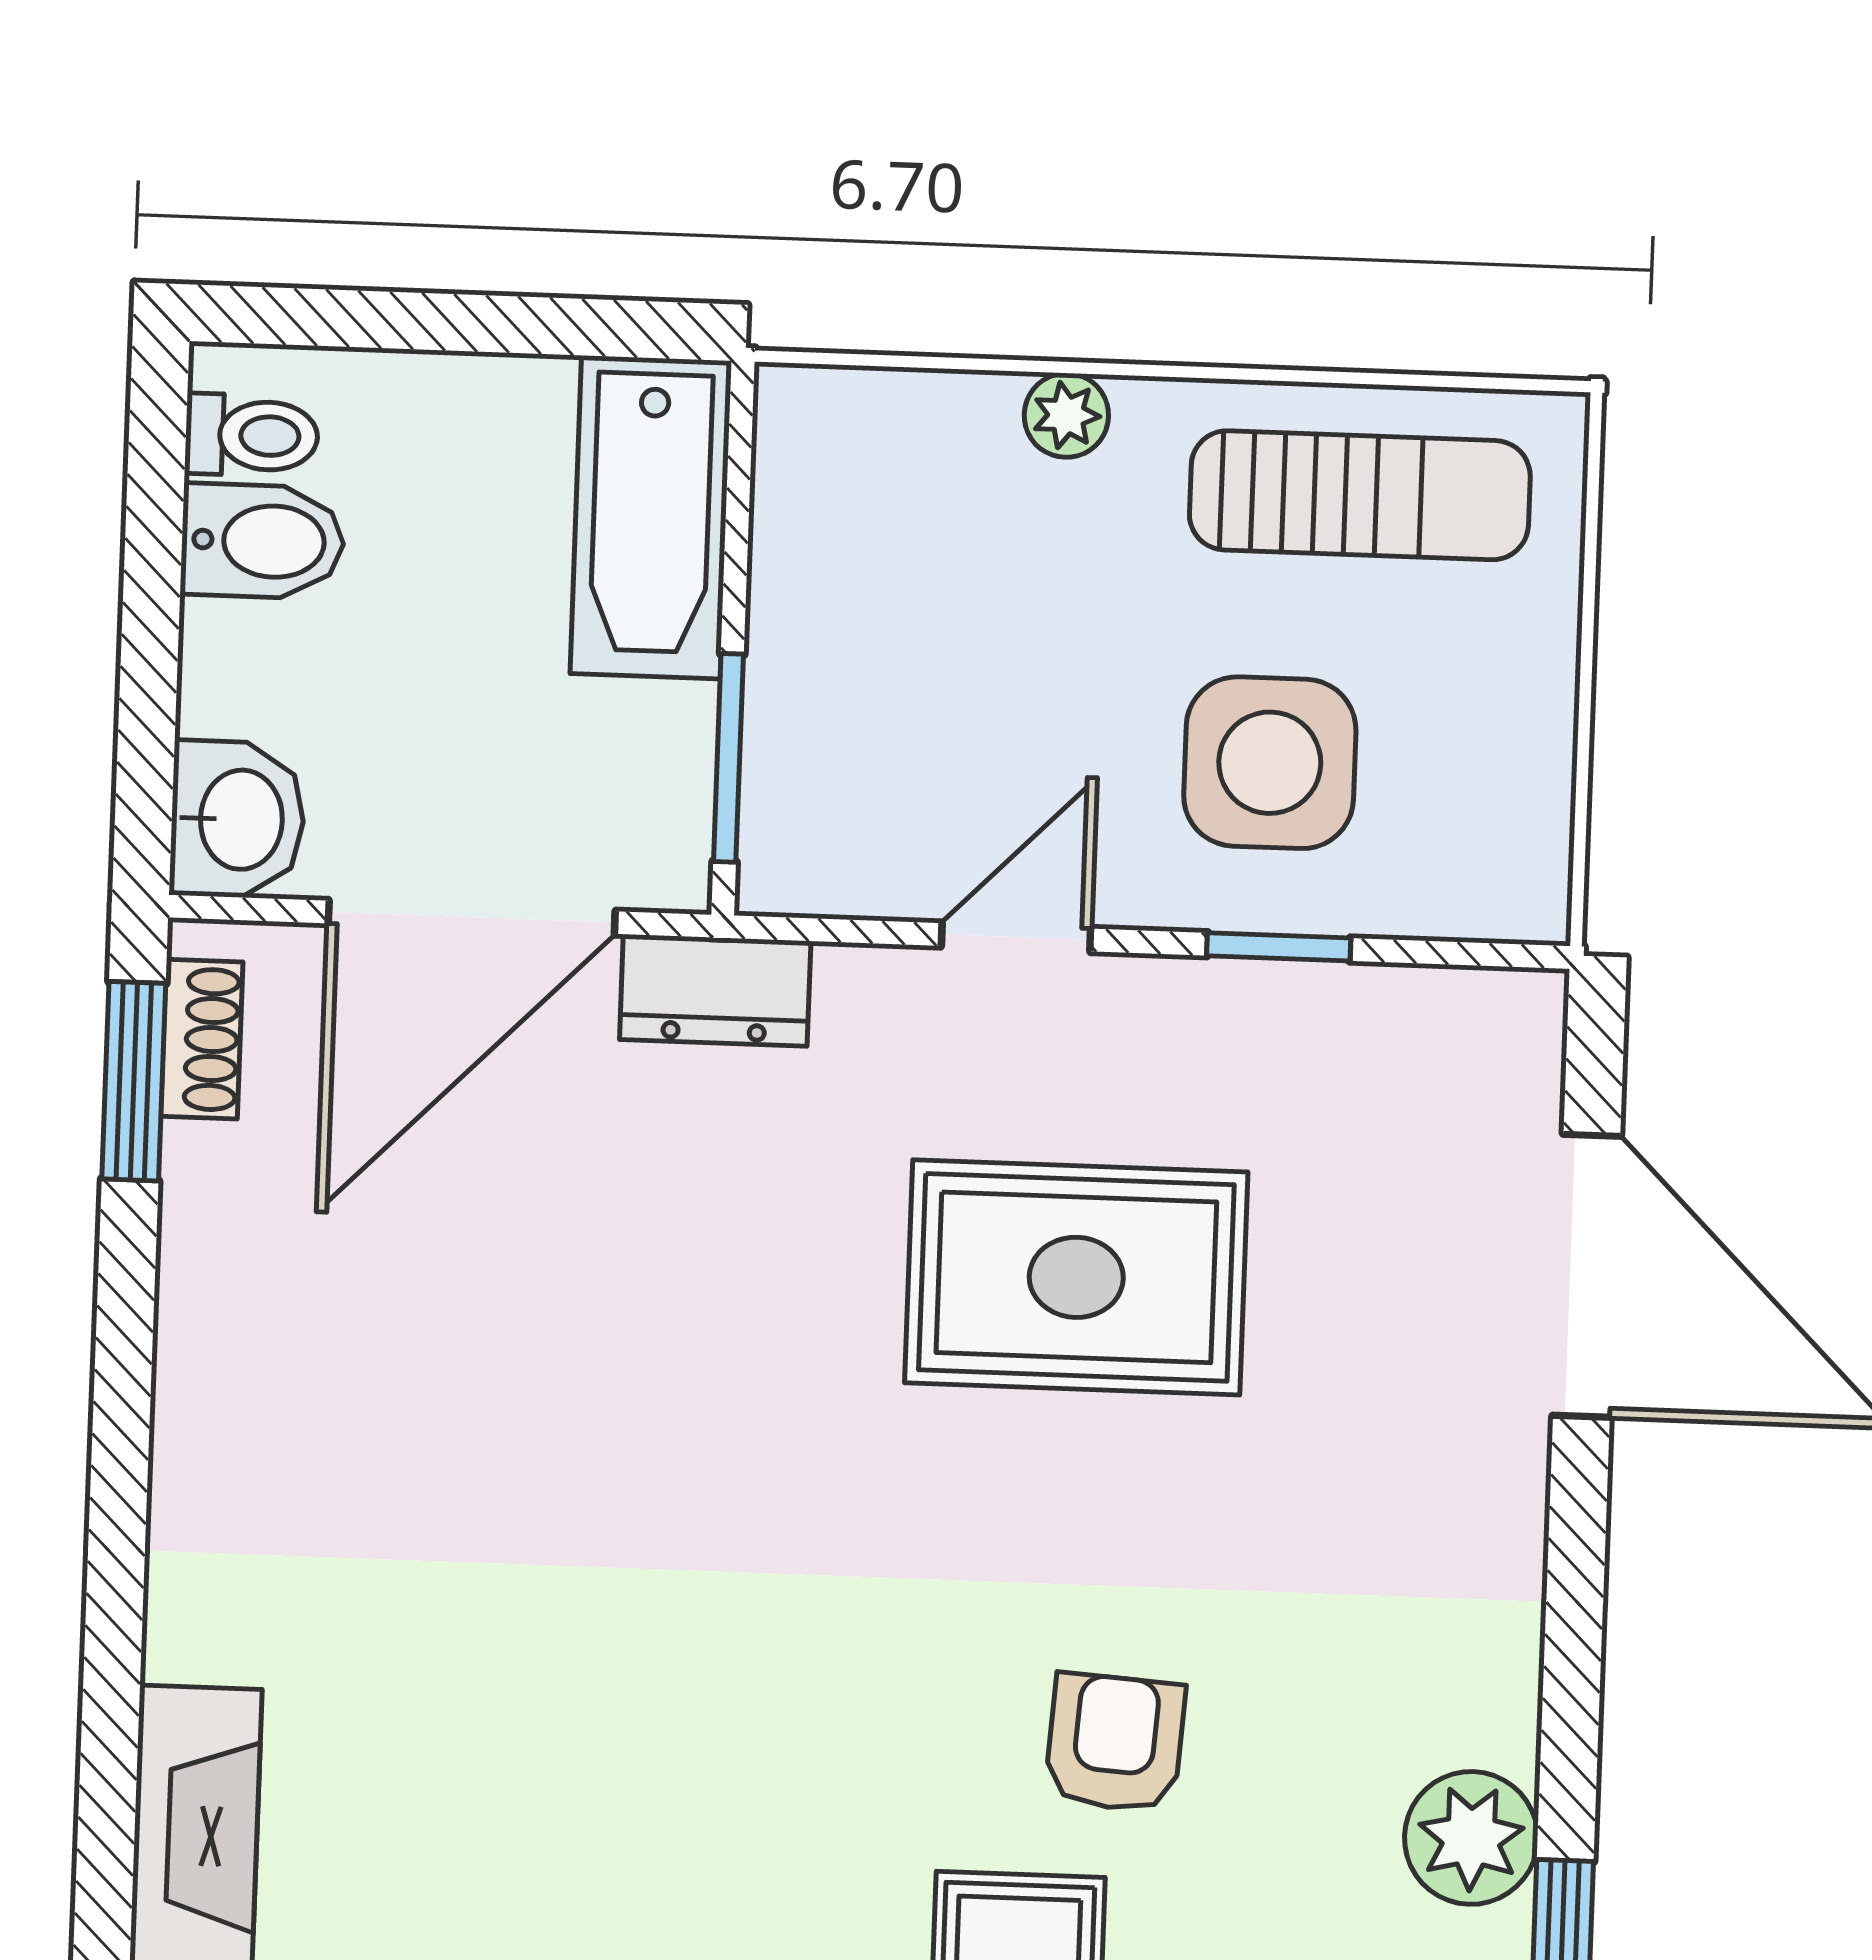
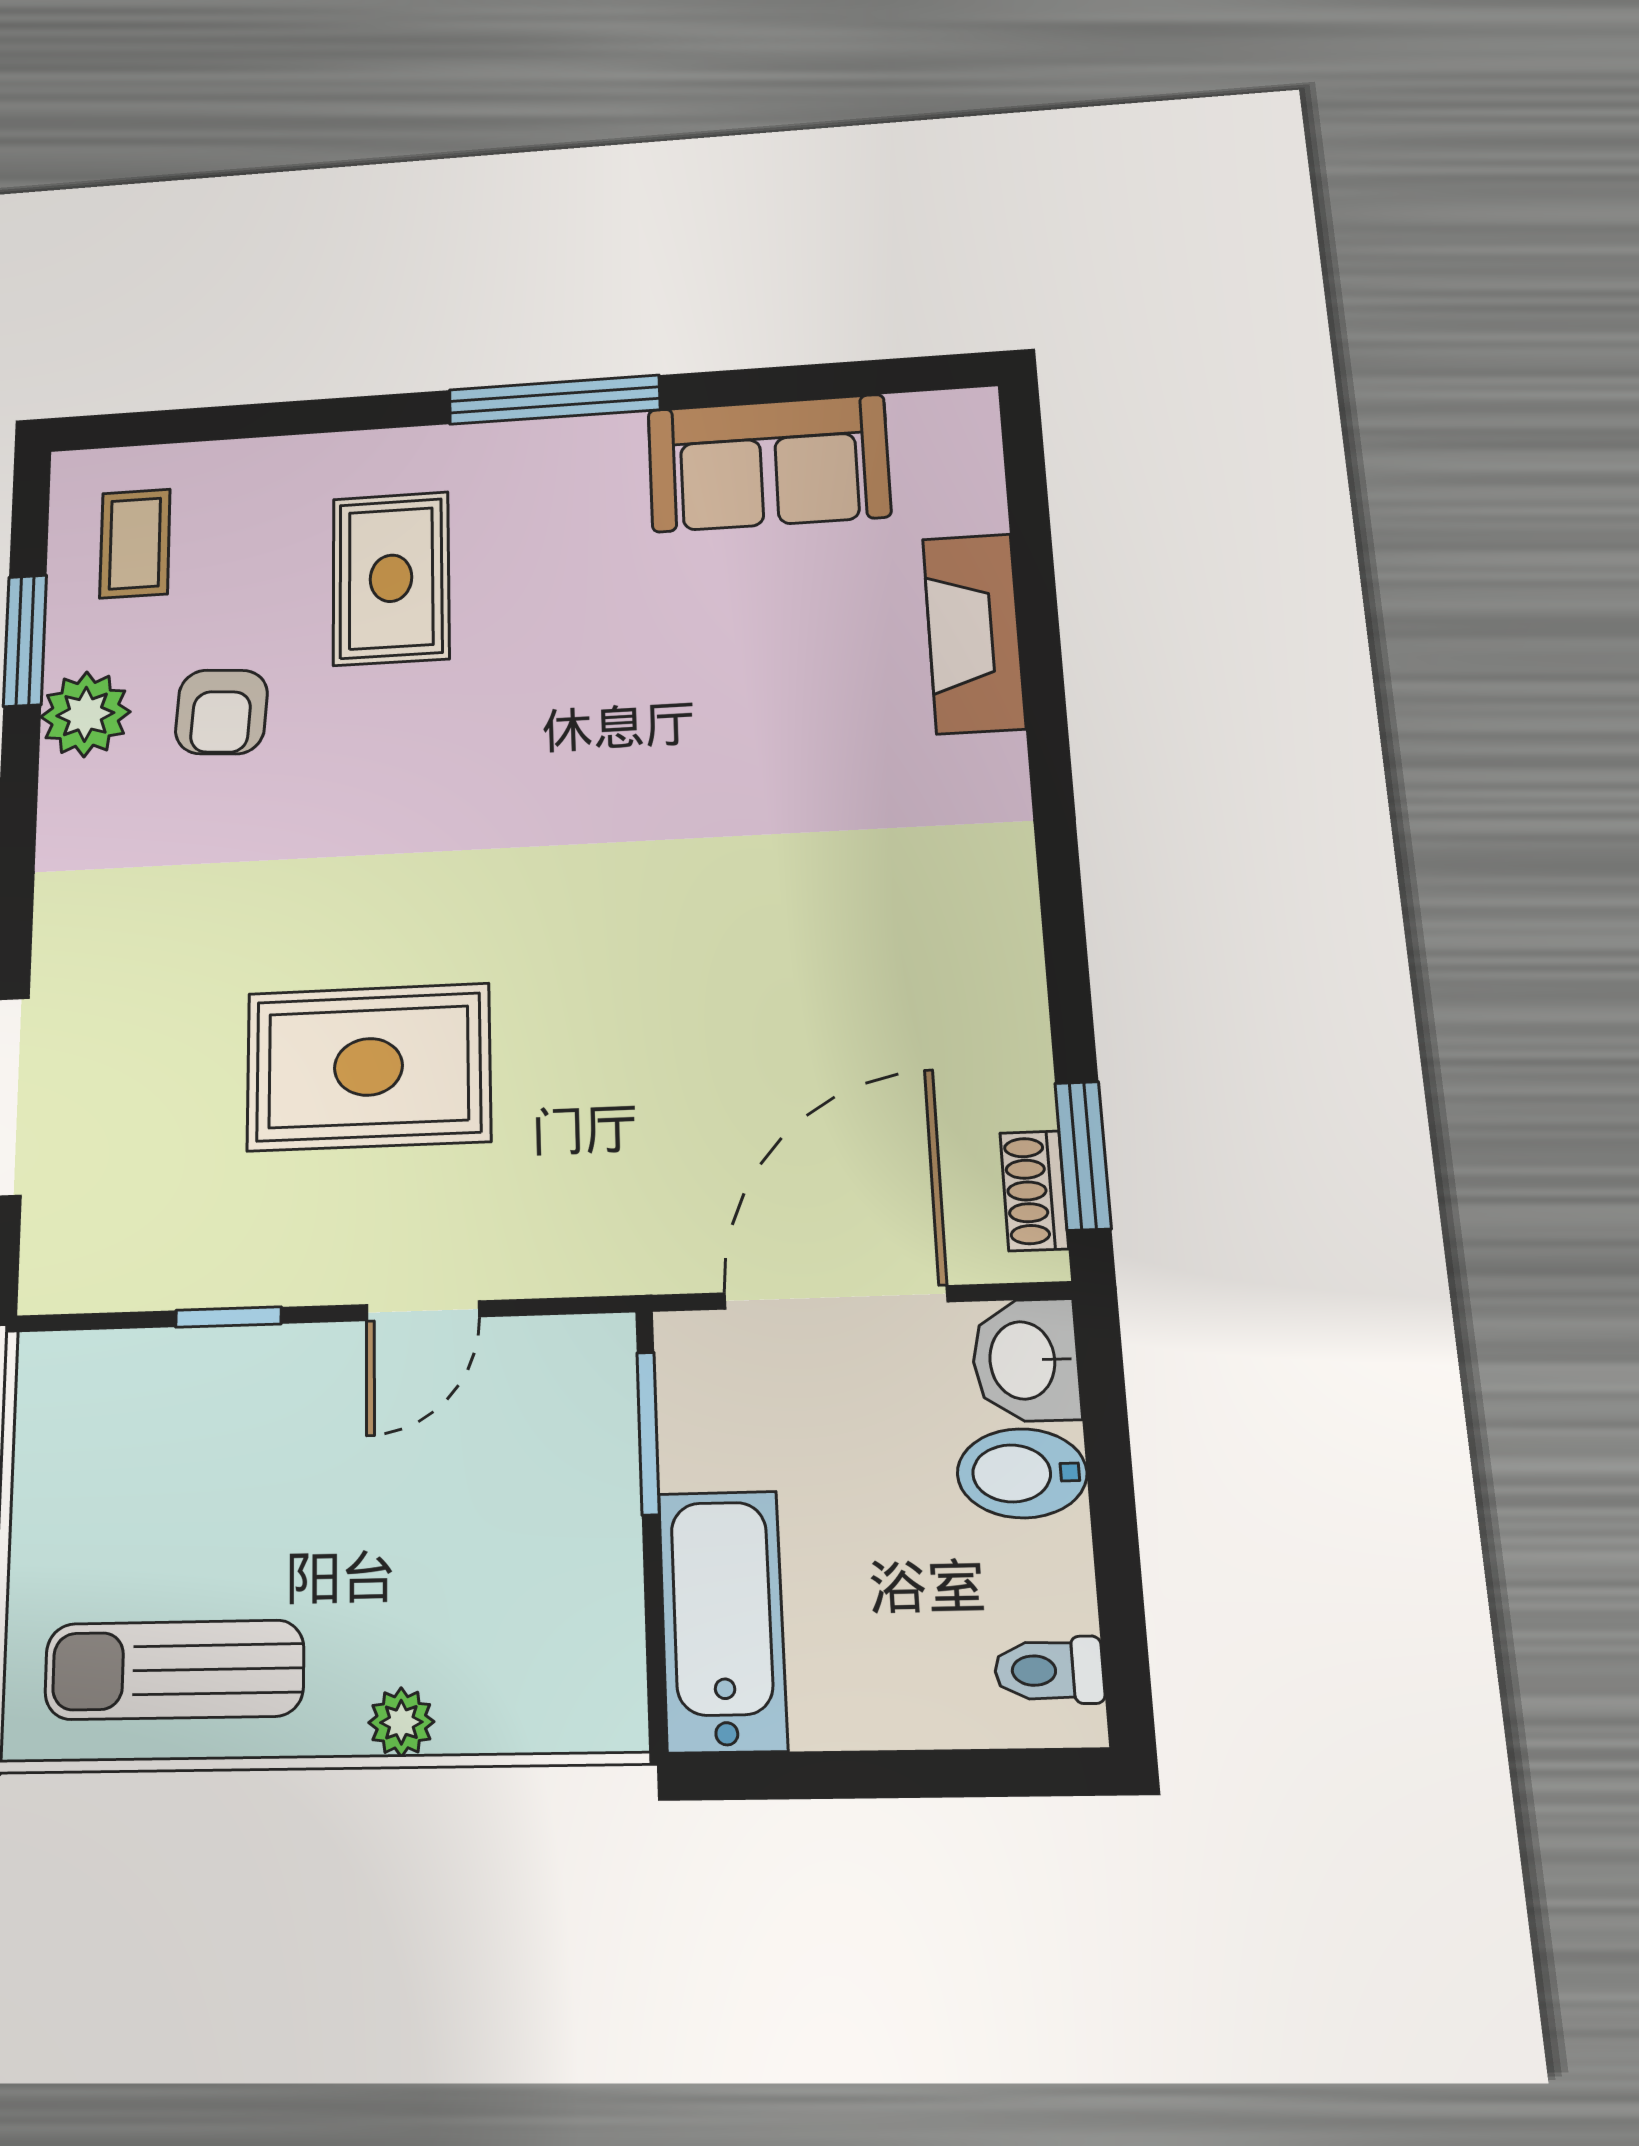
bidet: (263, 541) -> (1022, 1473), moved
side table: (1270, 763) -> (238, 1456), removed
dresser: (715, 990) -> (646, 1255), removed
armchair: (1115, 1743) -> (221, 712), moved

